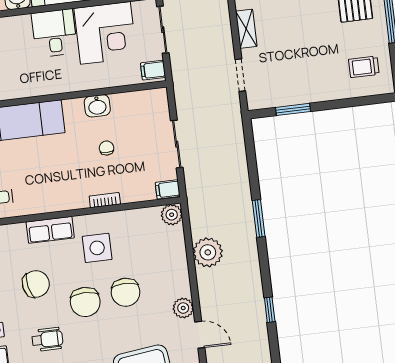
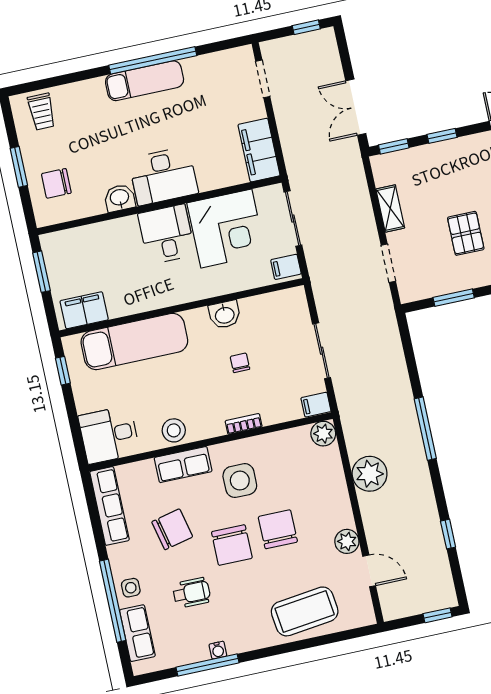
pallet: (308, 56) -> (466, 233), added
stool: (45, 200) -> (174, 430), added
window: (259, 218) -> (425, 429), width x1.44
chair: (126, 292) -> (278, 529), turned 180

